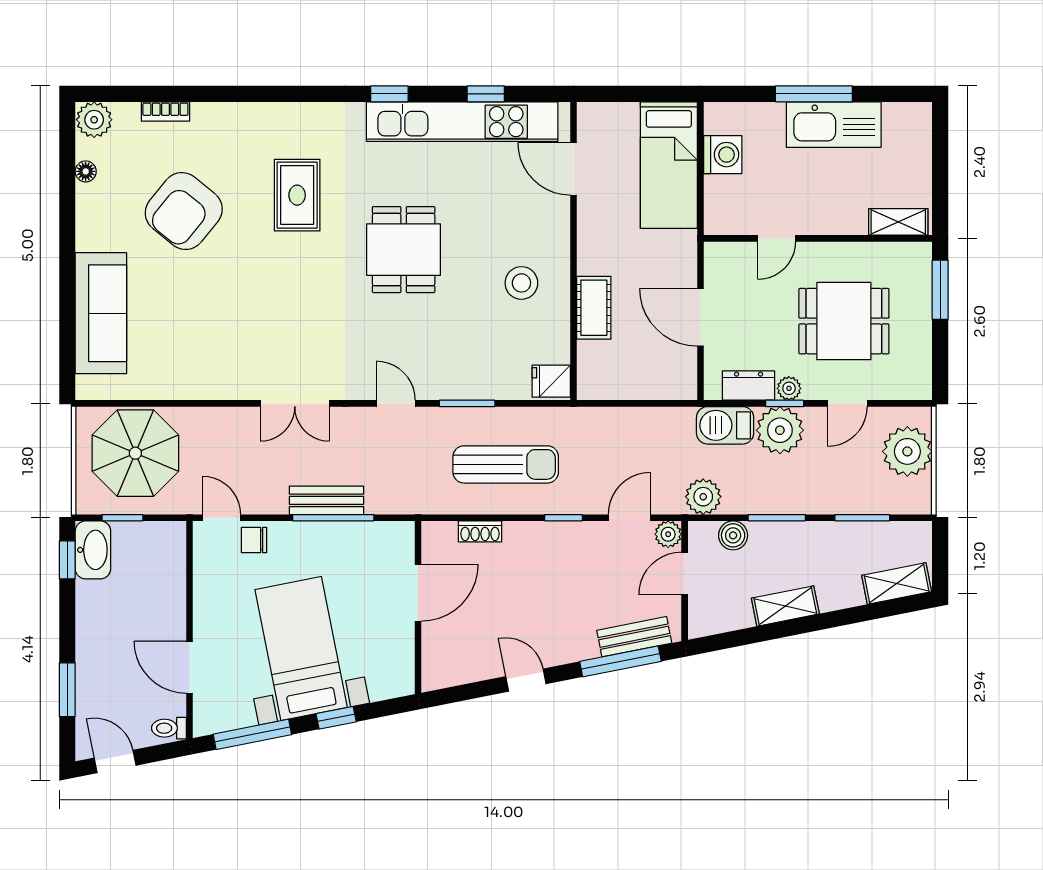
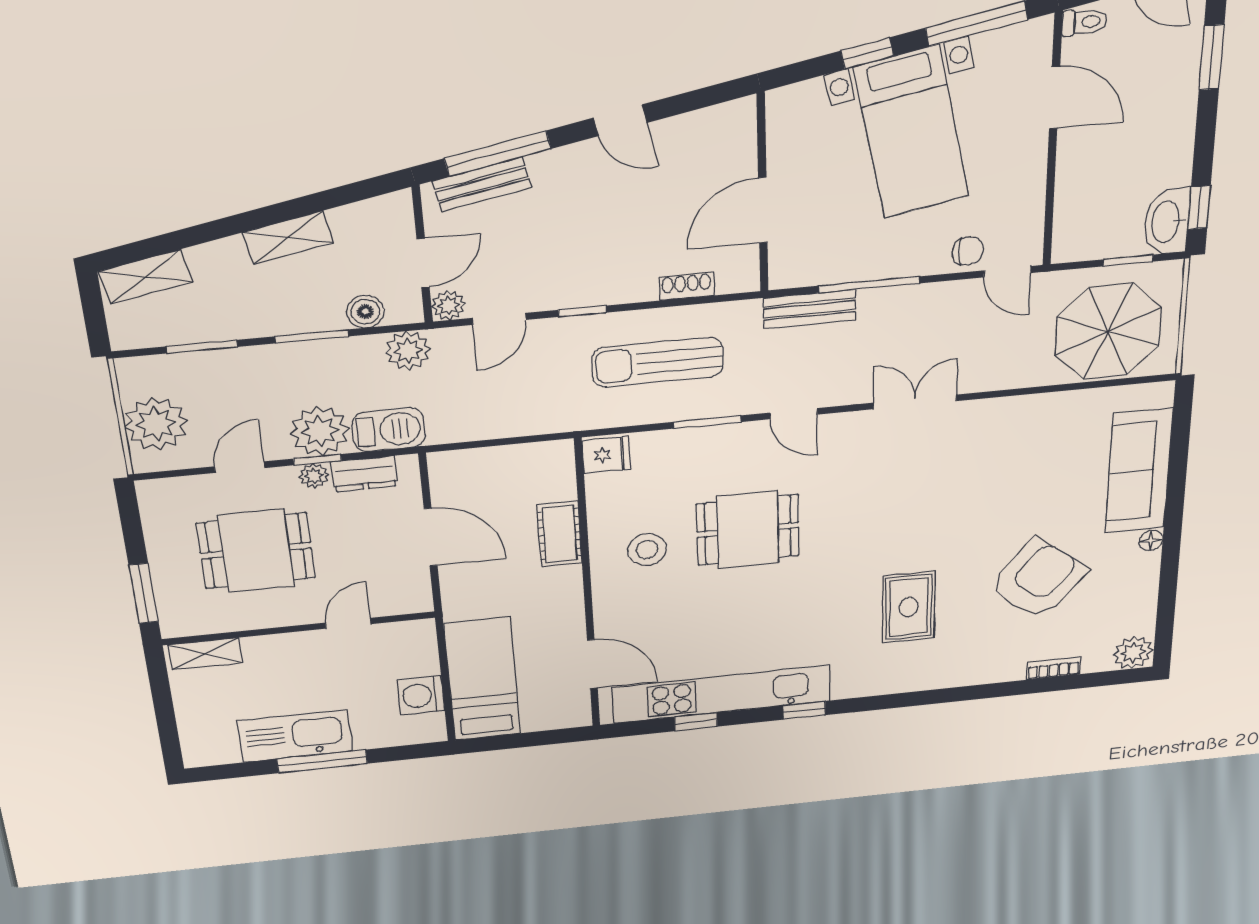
floor lamp: (86, 171) -> (1151, 540), moved
dining table: (404, 250) -> (748, 530), moved, turned 90
bench: (326, 500) -> (810, 309), moved

